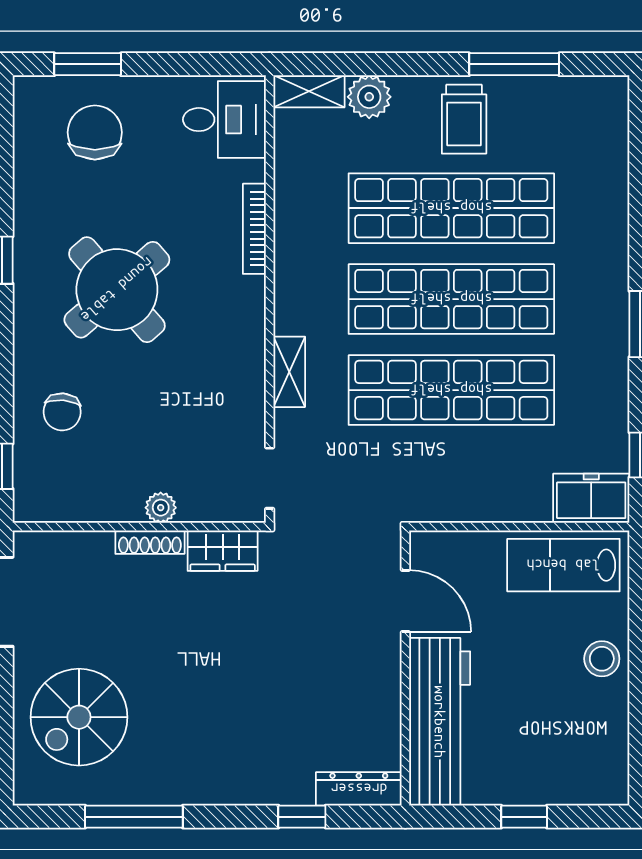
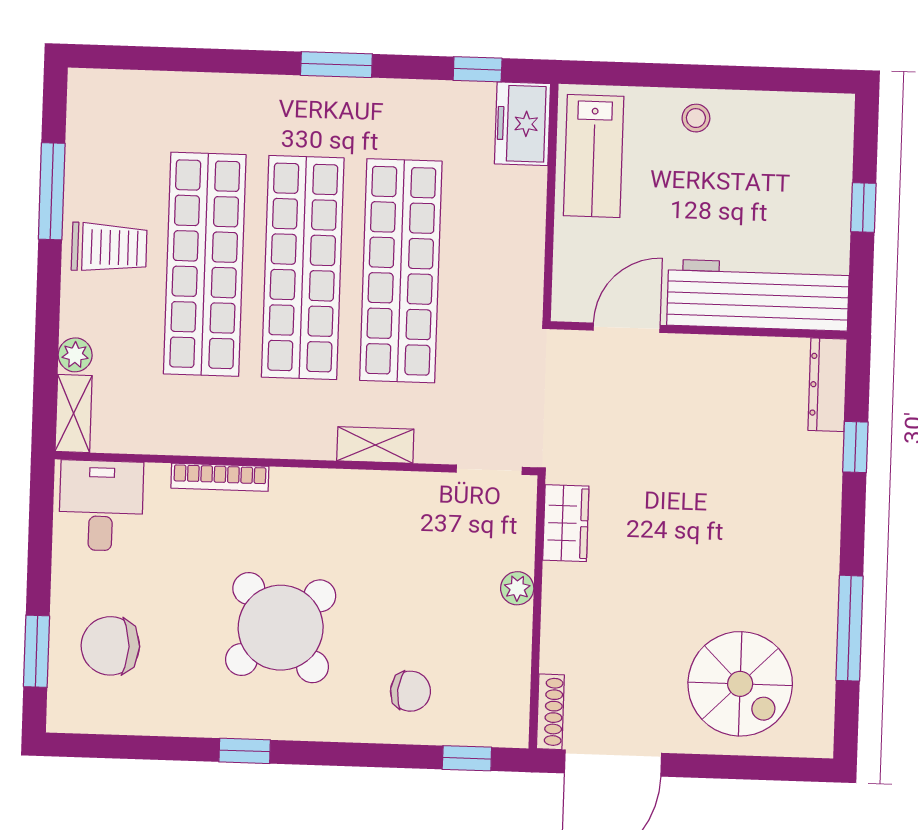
plant: (369, 97) -> (75, 355), width x0.73, depth x0.73
shoe rack: (150, 542) -> (550, 712), moved
stool: (602, 659) -> (696, 118), width x0.73, depth x0.73

